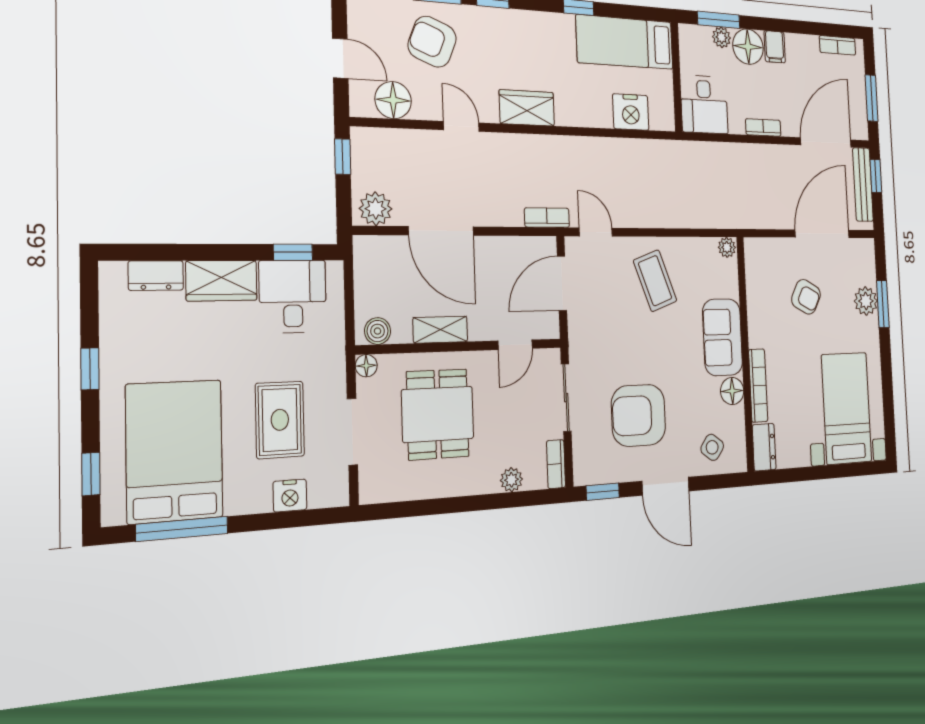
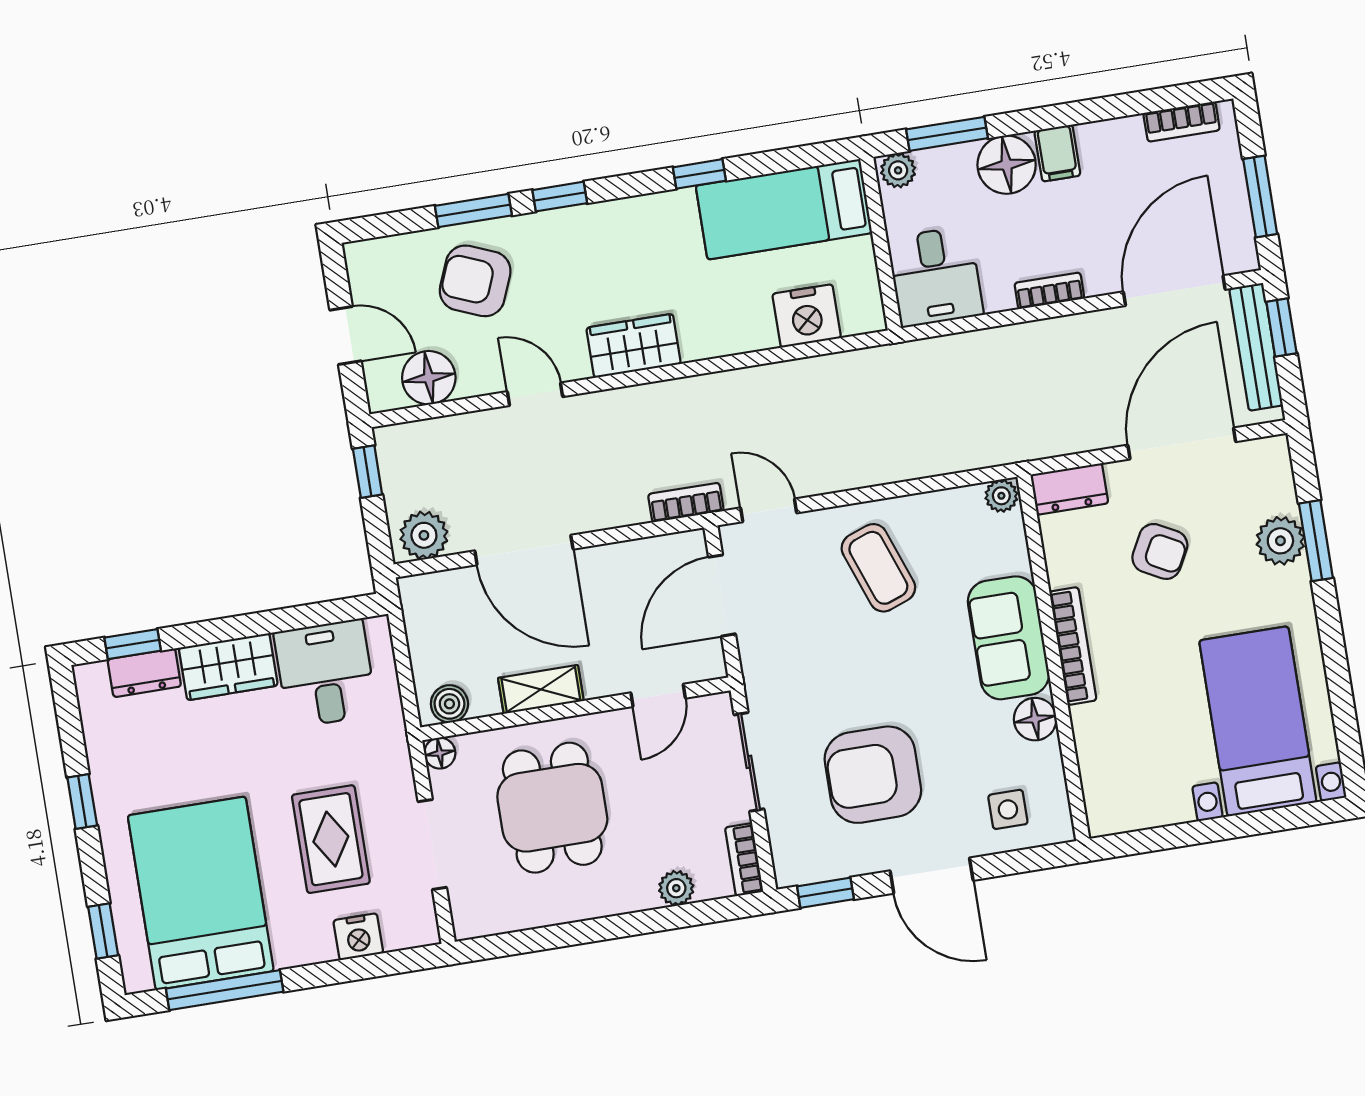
plant: (722, 37) -> (898, 170), moved
window: (293, 252) -> (133, 644), moved
bookcase: (758, 385) -> (1073, 646), moved
side table: (712, 447) -> (1008, 809), turned -37
dresser: (764, 447) -> (1069, 489), moved, turned 90

